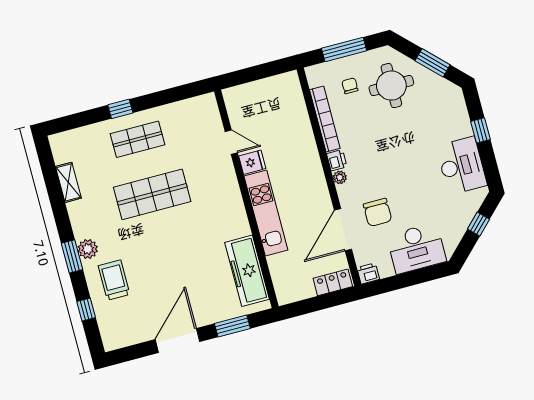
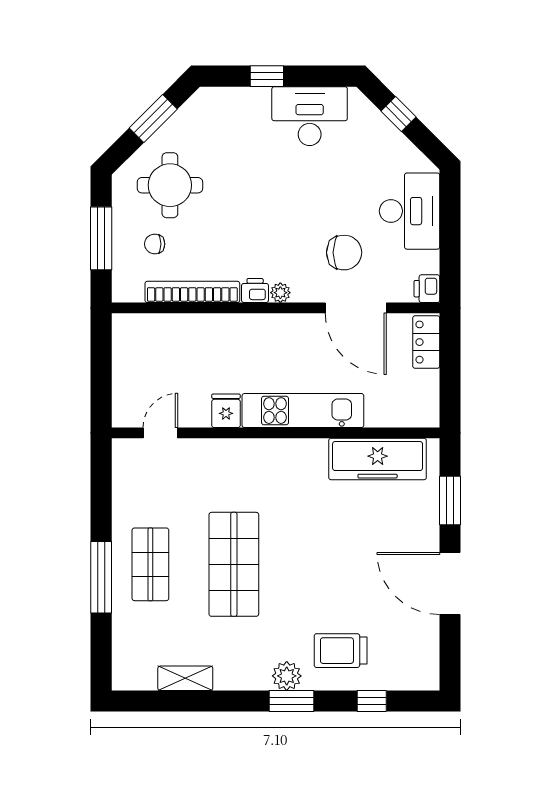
window: (120, 109) -> (101, 577), width x2.17
door: (231, 142) -> (160, 433), moved

